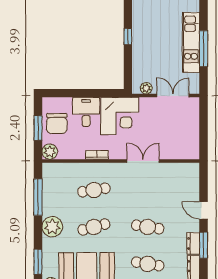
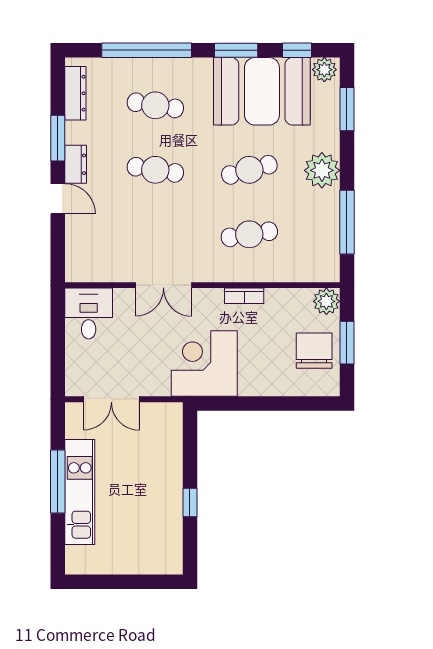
plant: (146, 88) -> (158, 412), removed
desk: (86, 112) -> (89, 313), moved, turned 180
dresser: (193, 243) -> (76, 164), moved

